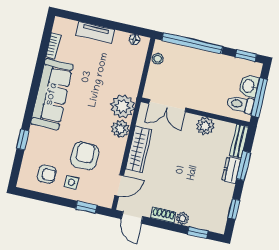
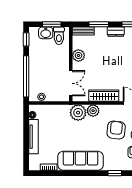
tv unit: (95, 32) -> (34, 137), width x1.41
window: (259, 98) -> (52, 24), width x0.69
armchair: (85, 156) -> (116, 130), turned 96
dresser: (231, 170) -> (116, 32), moved

